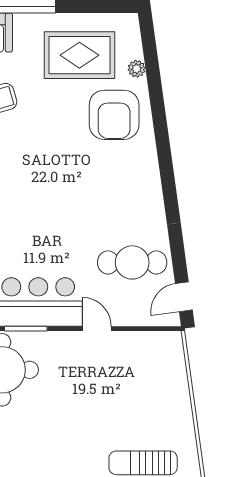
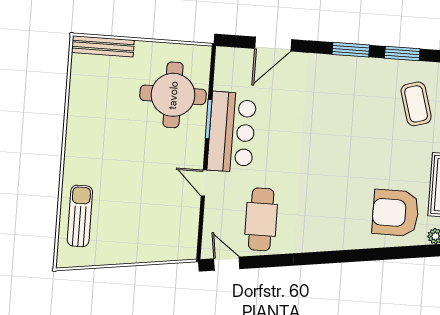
door: (97, 329) -> (204, 183), swing flipped

